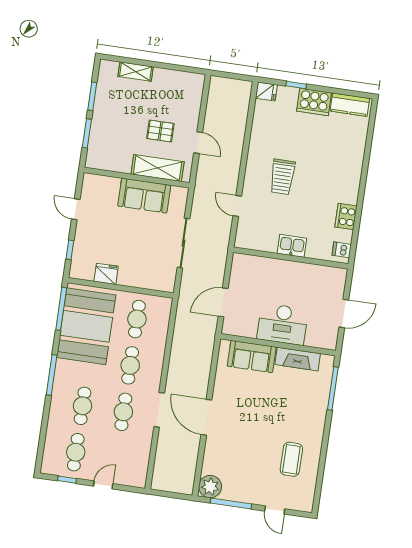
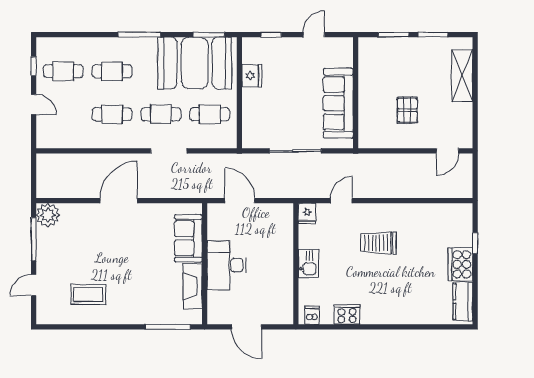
shelving: (136, 72) -> (462, 76), width x1.50, depth x1.33
fridge: (266, 91) -> (307, 214), moved
door: (198, 143) -> (448, 151), moved
shelving: (158, 168) -> (369, 113), removed
sofa: (144, 196) -> (338, 103), width x1.36
window: (61, 309) -> (209, 35), width x0.69
doorway: (159, 410) -> (169, 151), moved

